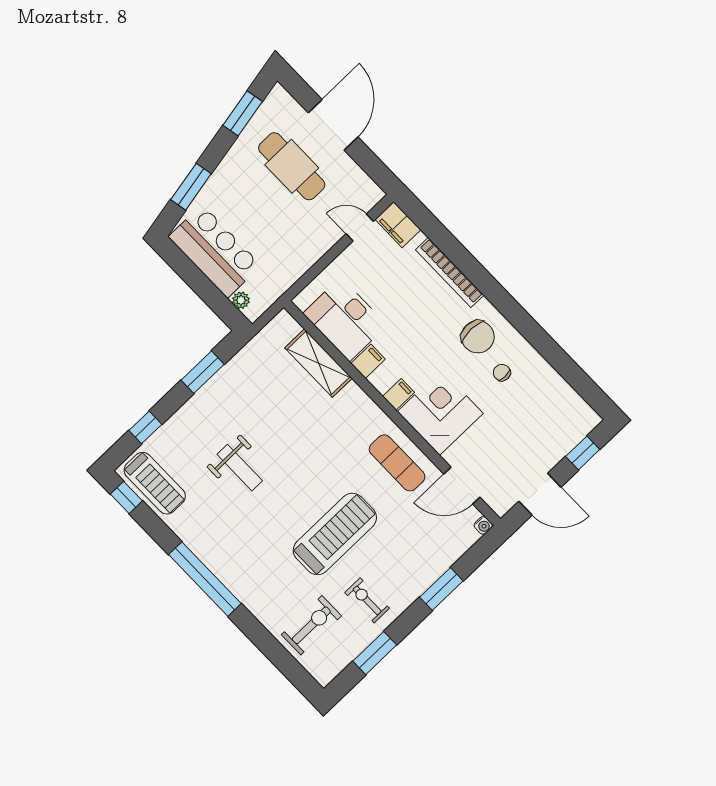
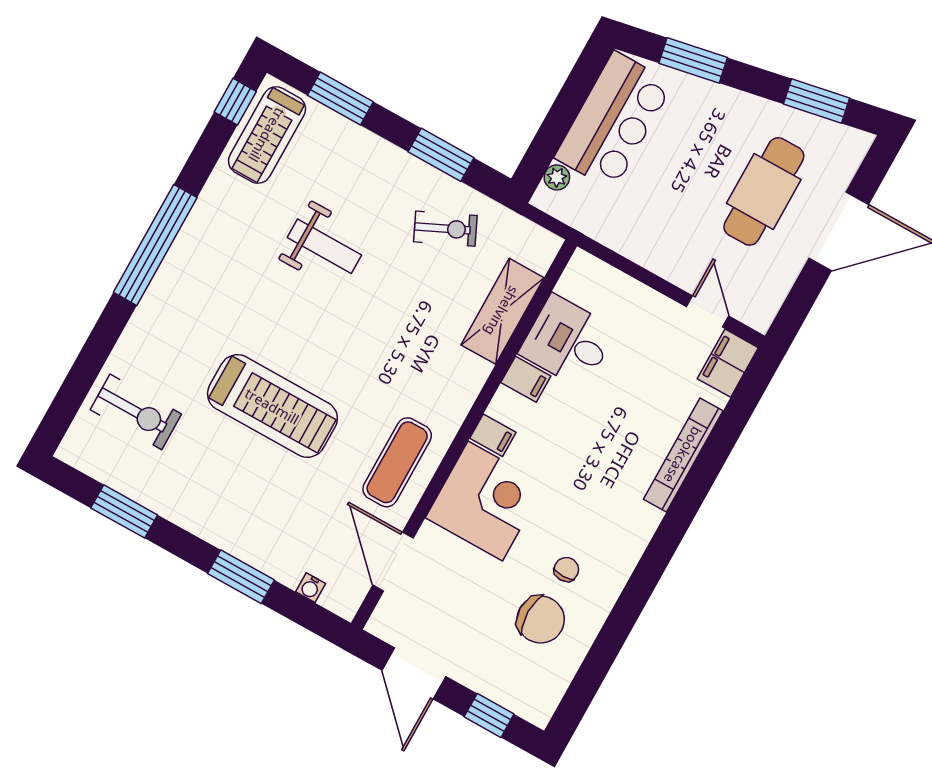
desk: (345, 319) -> (568, 341), width x0.73
chair: (478, 337) -> (541, 620), moved, turned -90
window: (145, 427) -> (340, 98), width x1.50
weight bench: (240, 468) -> (324, 246), turned -90
water cooler: (483, 525) -> (311, 588), moved
exercise bike: (367, 600) -> (445, 229), moved, turned 65

